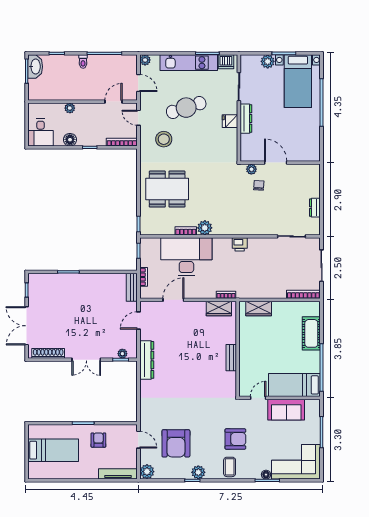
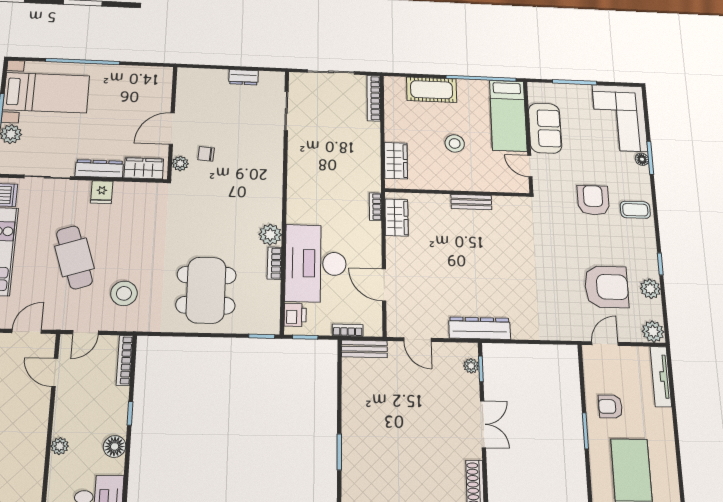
wardrobe: (247, 146) -> (144, 168), added
printer: (240, 244) -> (295, 315), moved
stool: (273, 348) -> (455, 143), added
plant: (198, 472) -> (650, 289), moved

